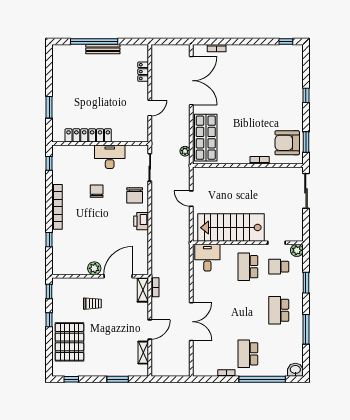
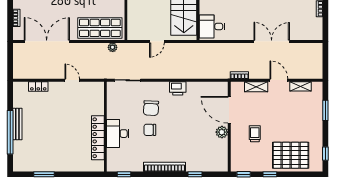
window: (49, 107) -> (44, 174), moved
desk: (110, 157) -> (118, 134), moved
chair: (135, 195) -> (151, 108), moved, turned 93
shelving: (143, 290) -> (256, 87), moved

